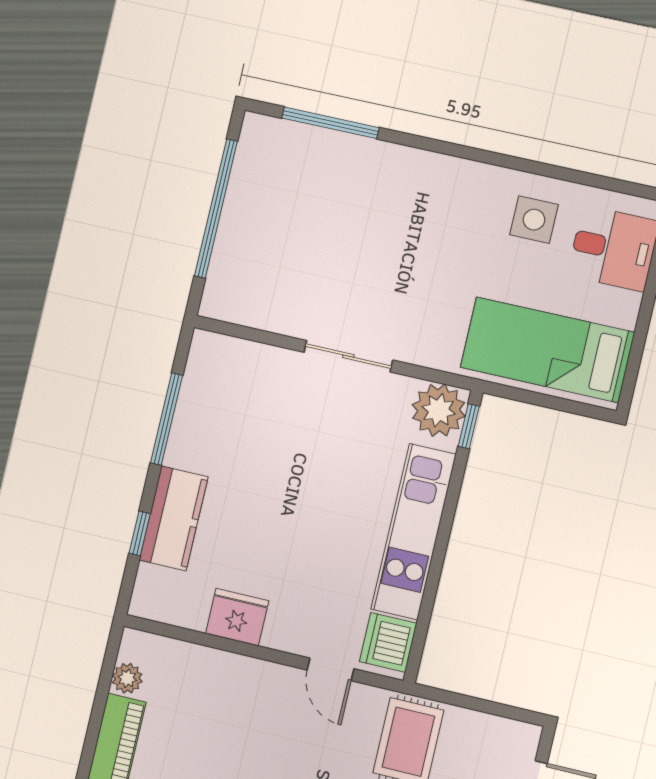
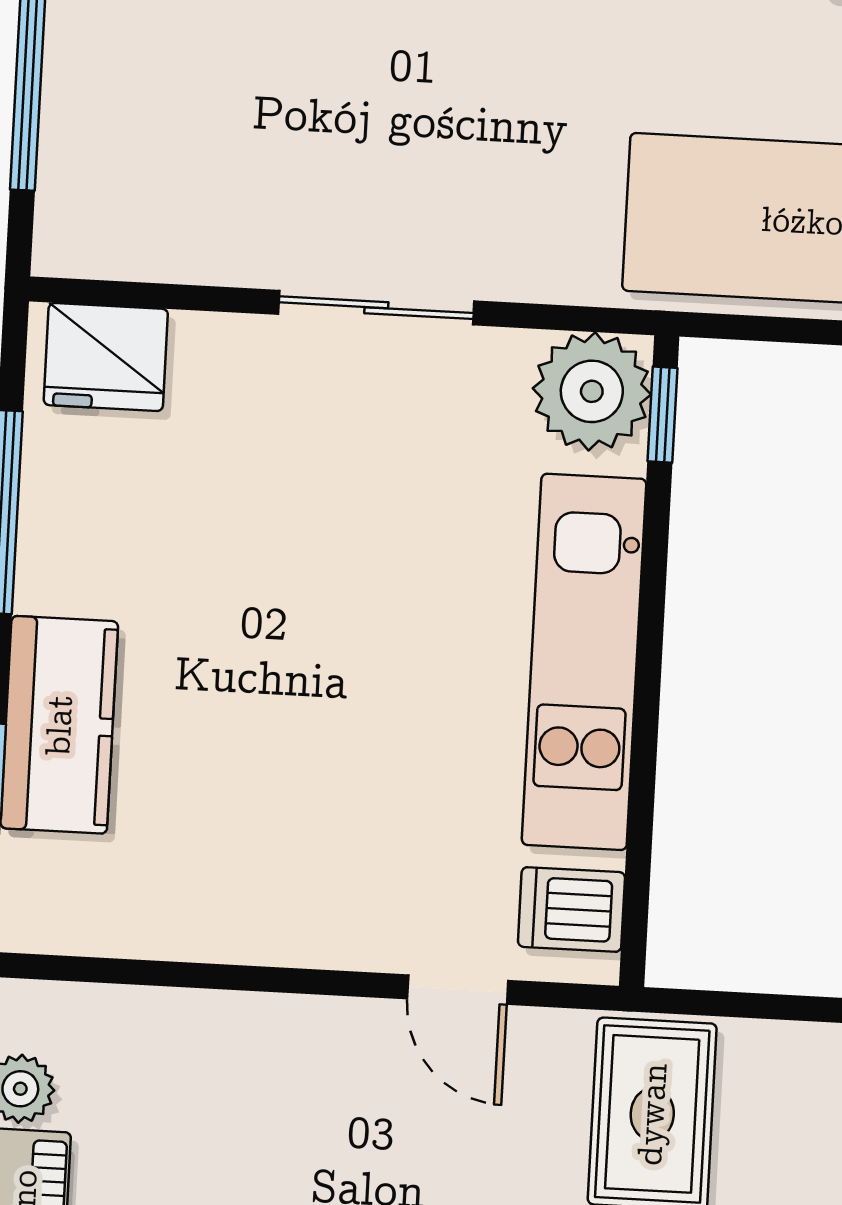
fridge: (237, 617) -> (106, 357), moved, turned 180
dishwasher: (388, 642) -> (571, 909), width x0.73

